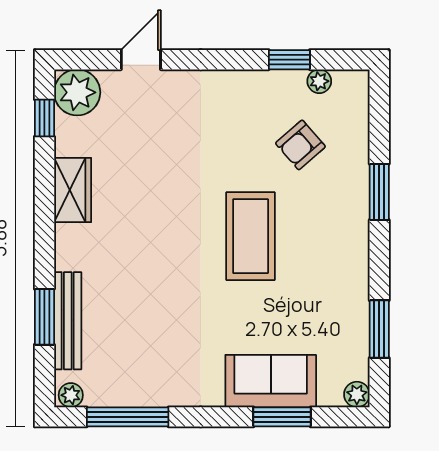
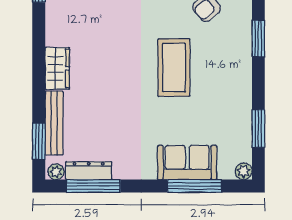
wardrobe: (73, 190) -> (57, 68), moved
window: (44, 317) -> (39, 141), moved
dresser: (121, 393) -> (89, 171), added
window: (282, 417) -> (195, 186), width x1.44

